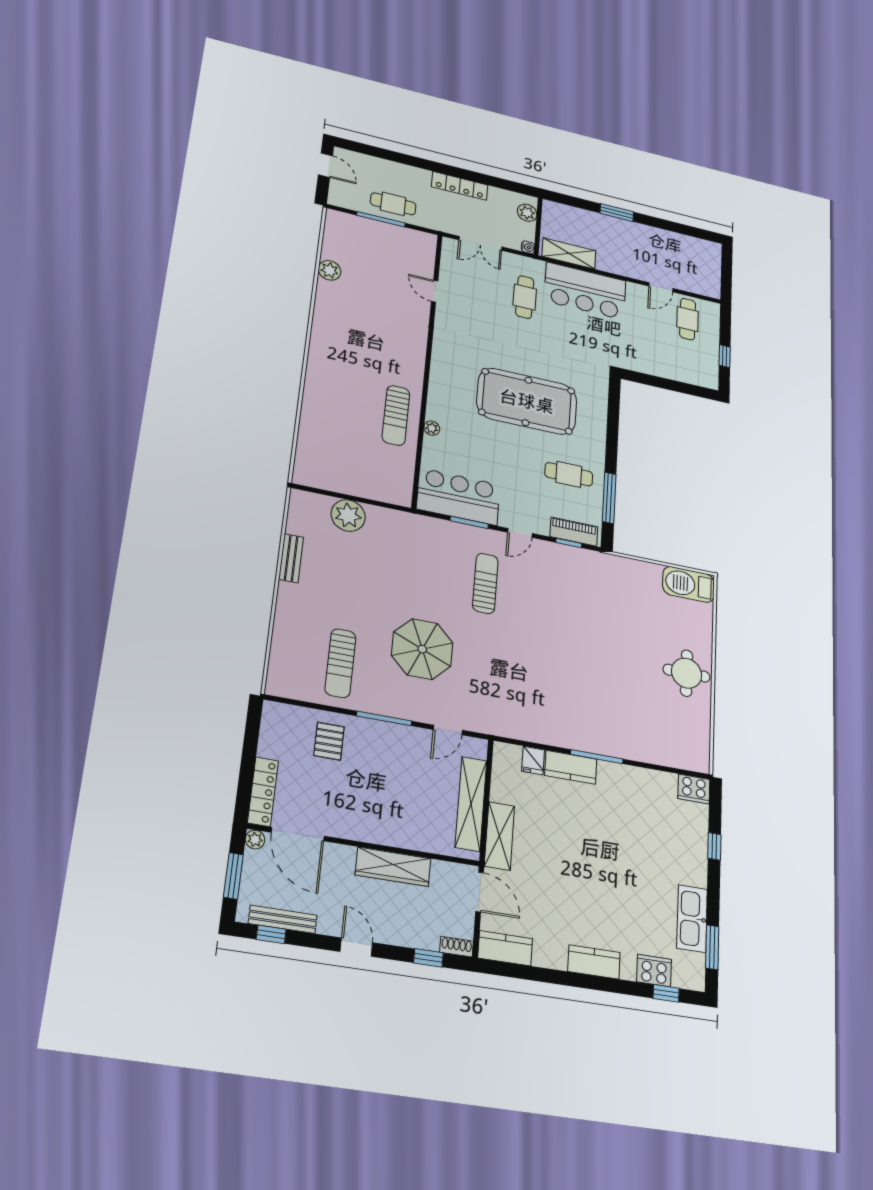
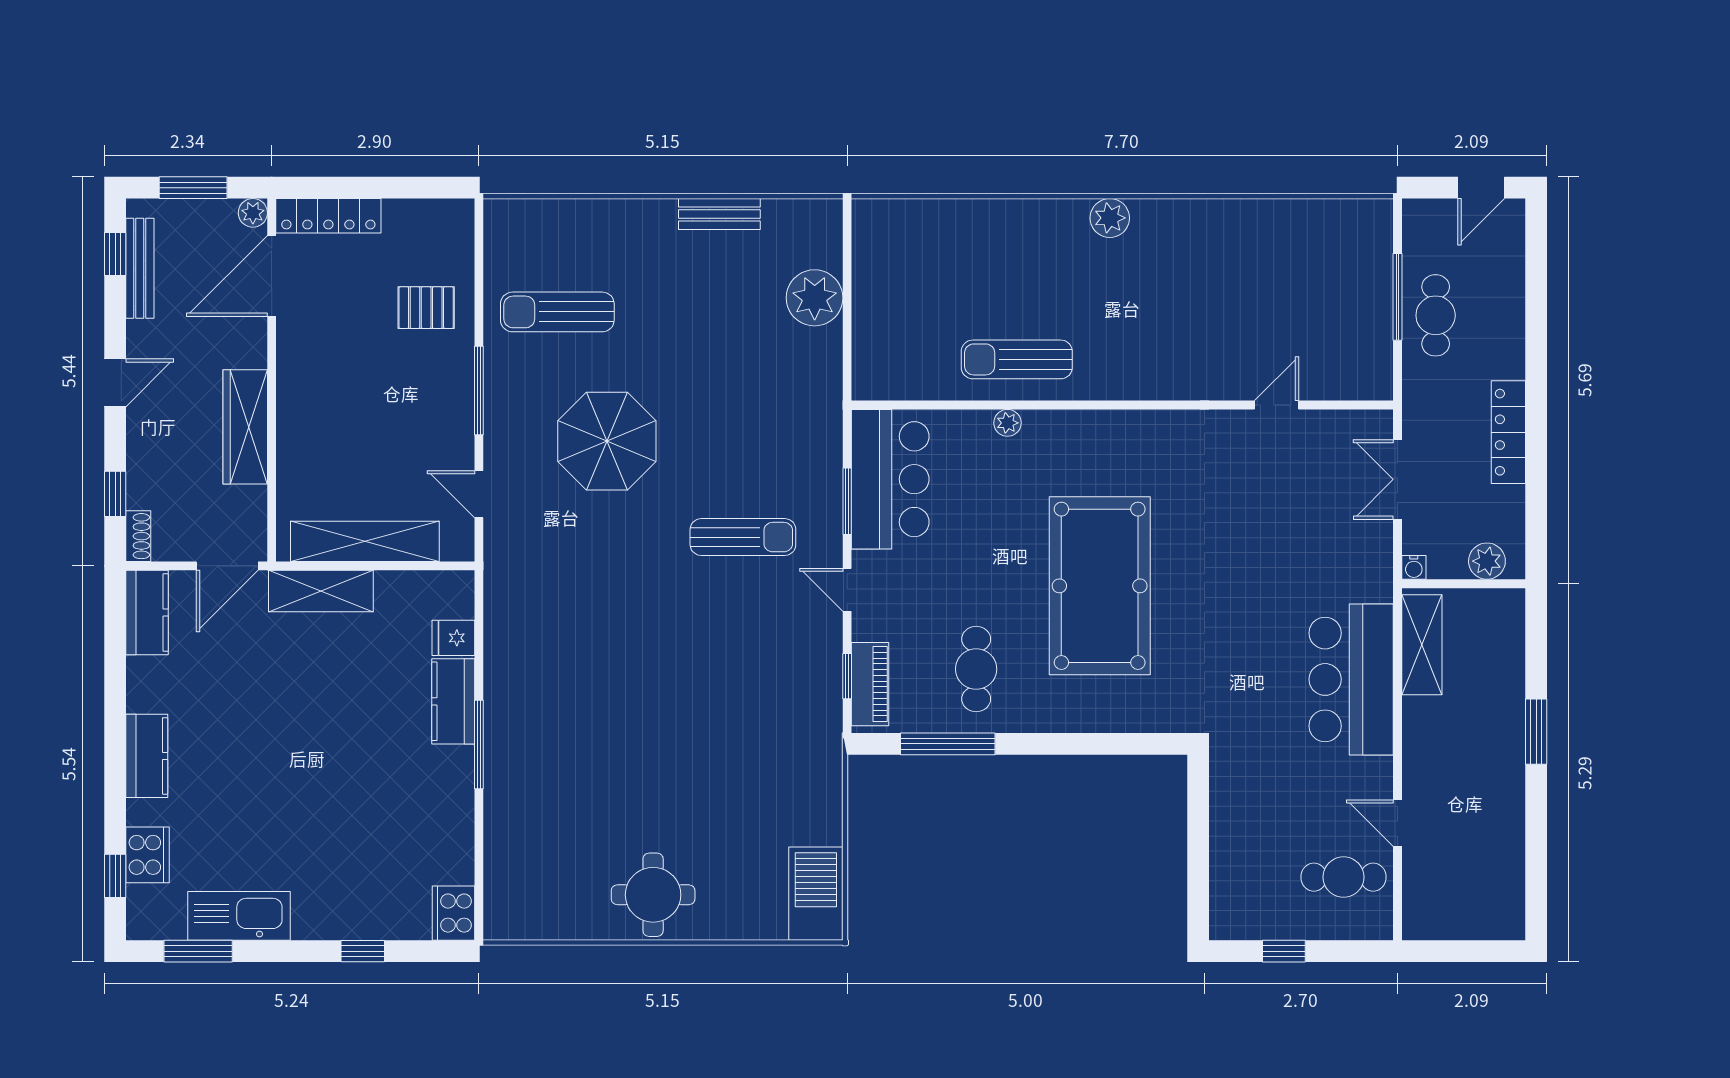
plant: (330, 270) -> (1110, 218), moved
cafe table: (525, 297) -> (1308, 568), removed

